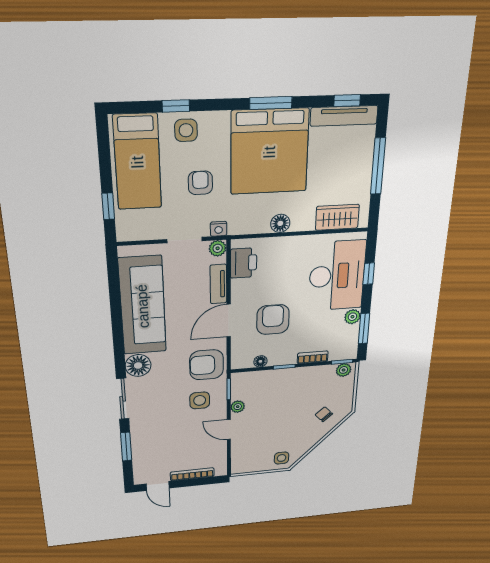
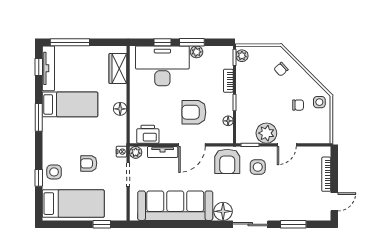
bed: (270, 152) -> (70, 104), width x0.49
window: (378, 166) -> (70, 42), moved
door: (229, 321) -> (192, 145), hinge flipped
window: (364, 329) -> (192, 42), moved
plant: (238, 407) -> (266, 133), width x1.87, depth x1.87
chair: (279, 436) -> (298, 105), added

